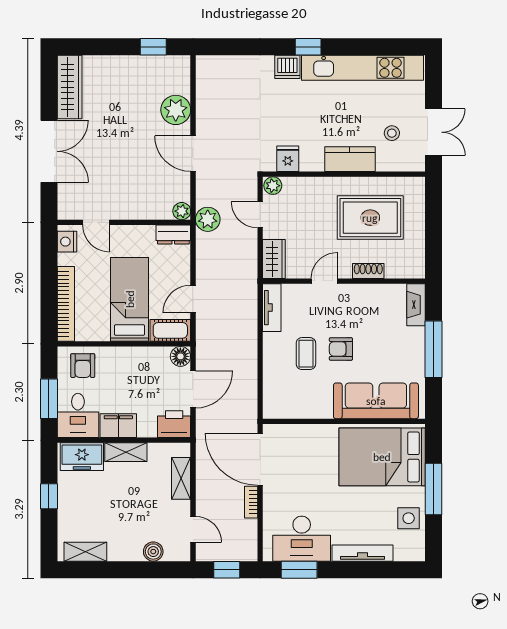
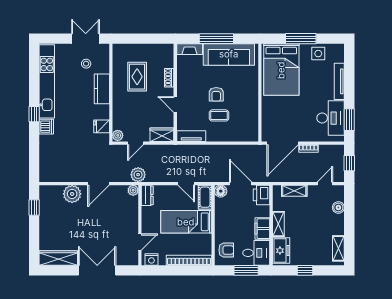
rug: (370, 218) -> (137, 77), width x0.73, depth x0.70
sofa: (376, 401) -> (229, 54), moved, turned -90

